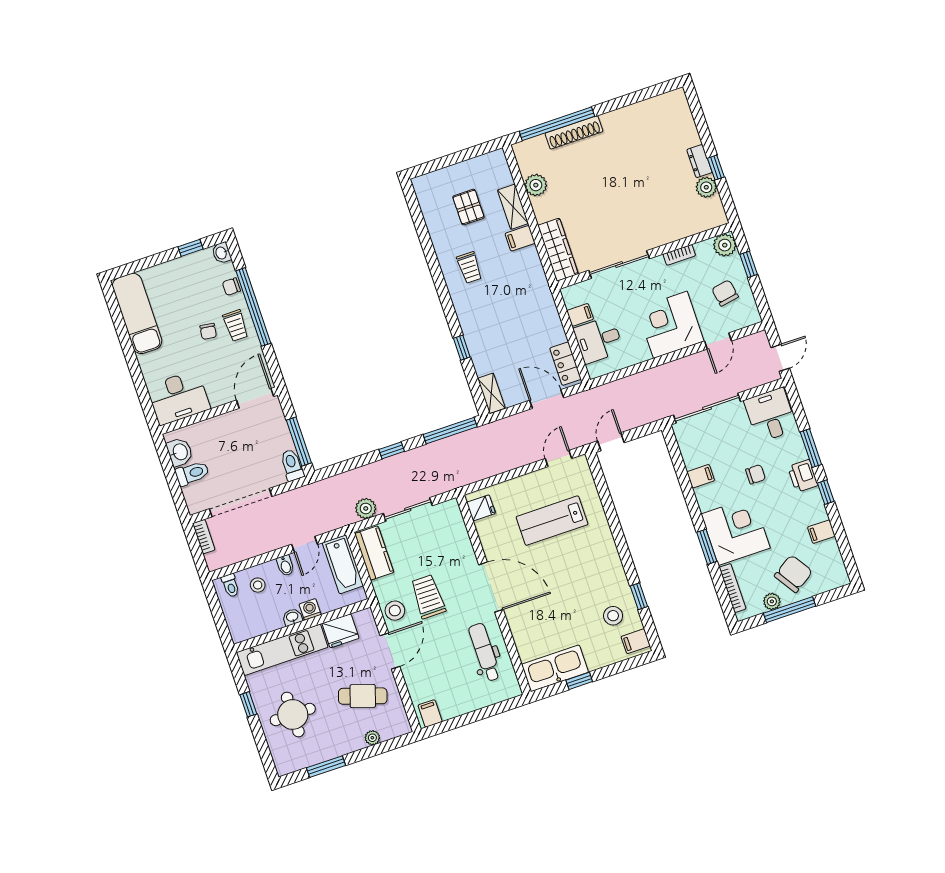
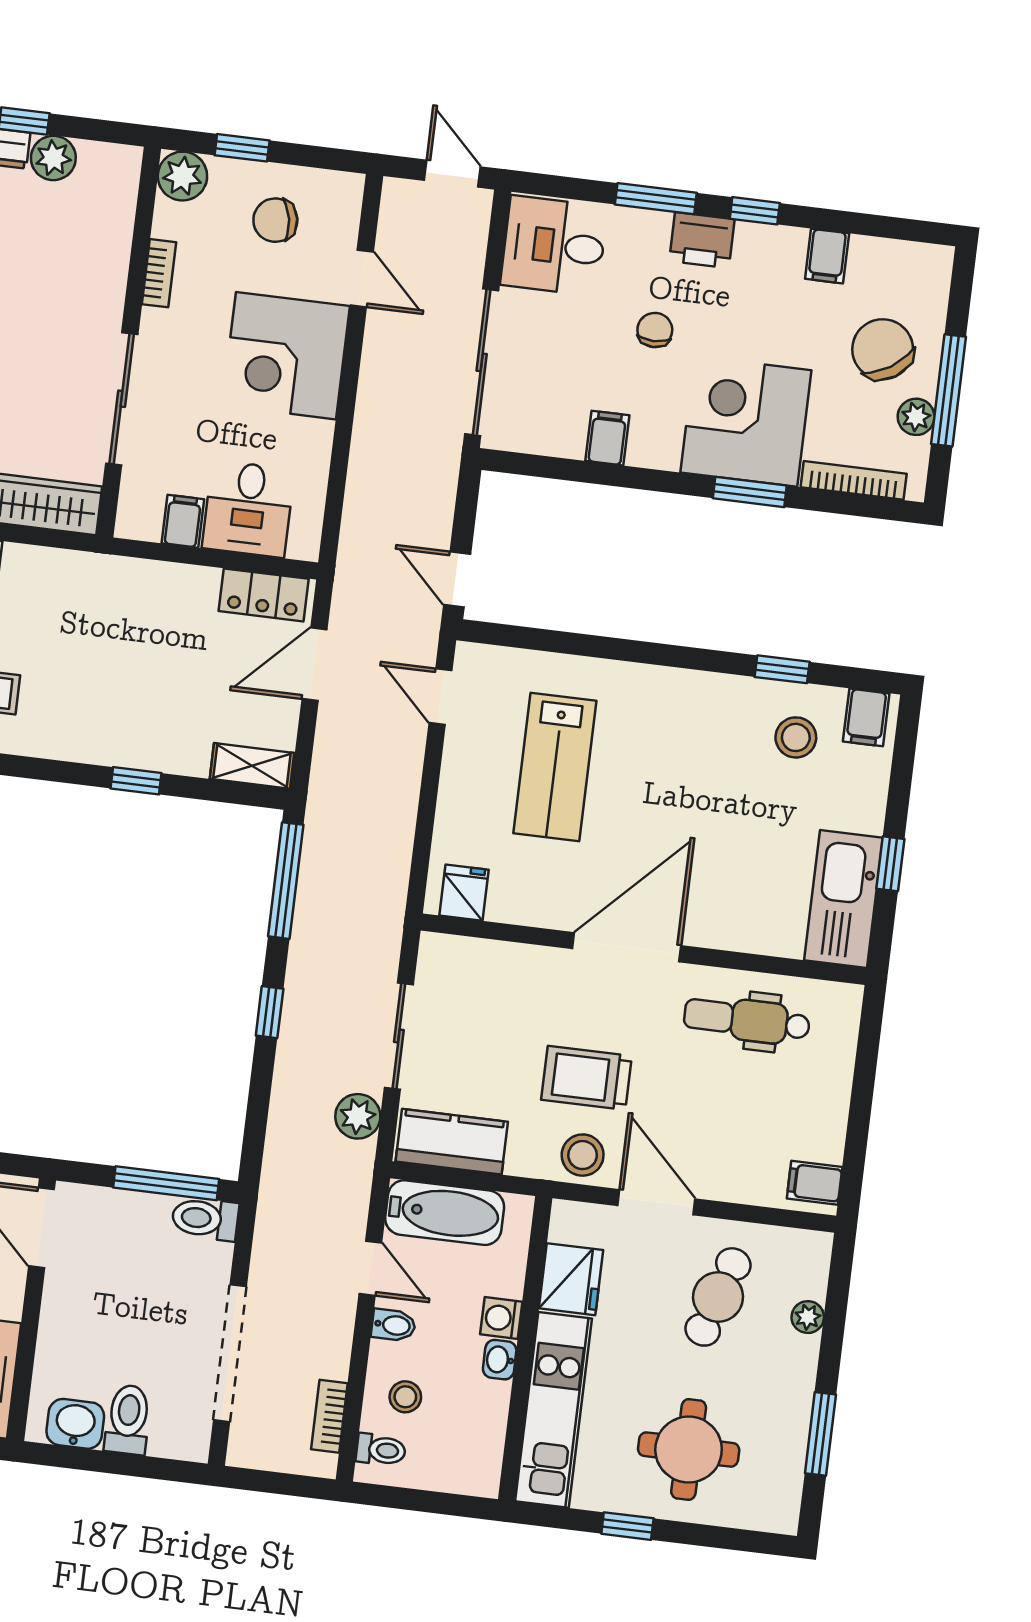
bookcase: (204, 537) -> (329, 1416), moved, turned -90

